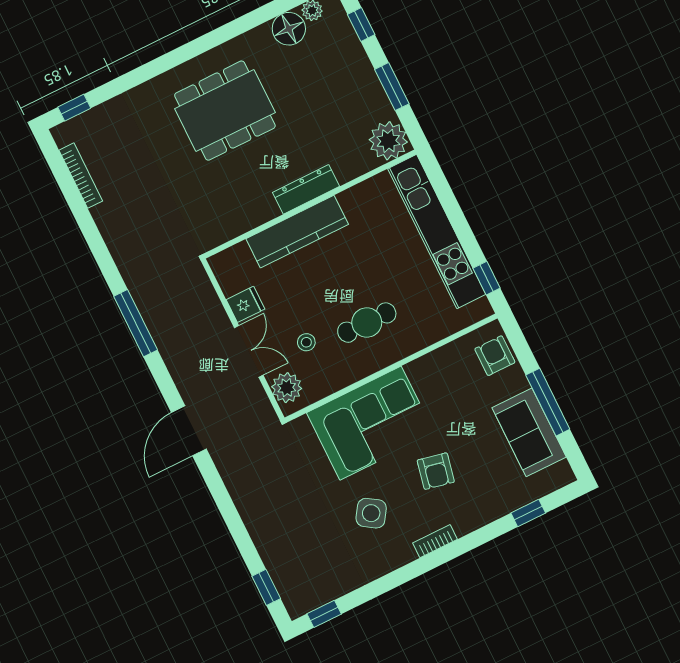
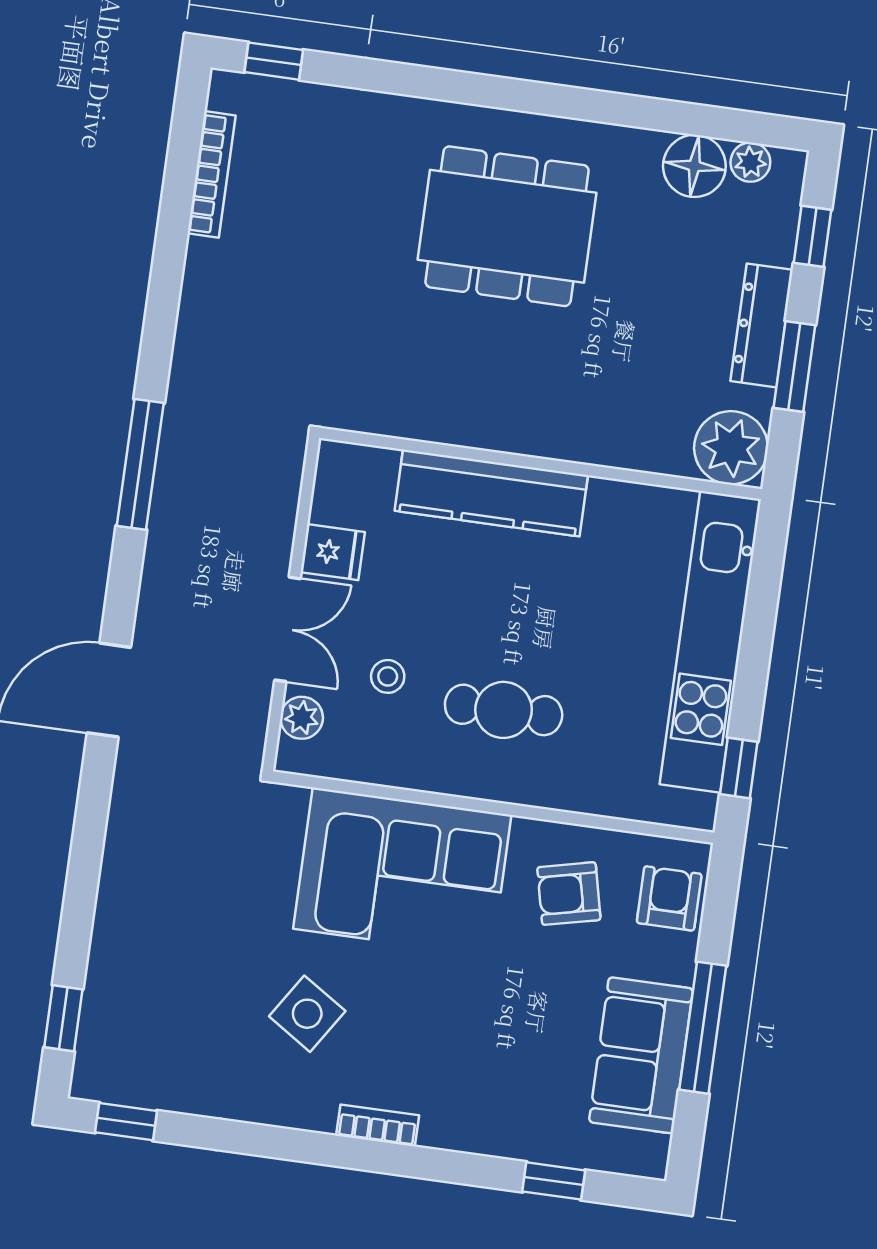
dresser: (306, 189) -> (762, 325), moved, turned -90
plant: (287, 388) -> (302, 718), width x0.73, depth x0.73
armchair: (436, 471) -> (569, 894), moved, turned 65

